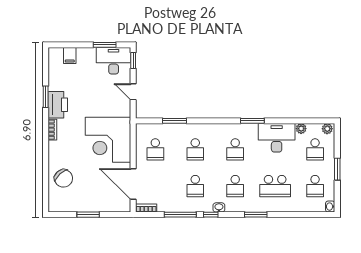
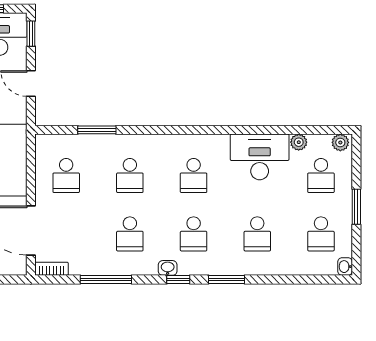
window: (252, 121) -> (221, 130), removed
school desk: (275, 186) -> (257, 234), width x0.54
window: (211, 215) -> (178, 280), moved

